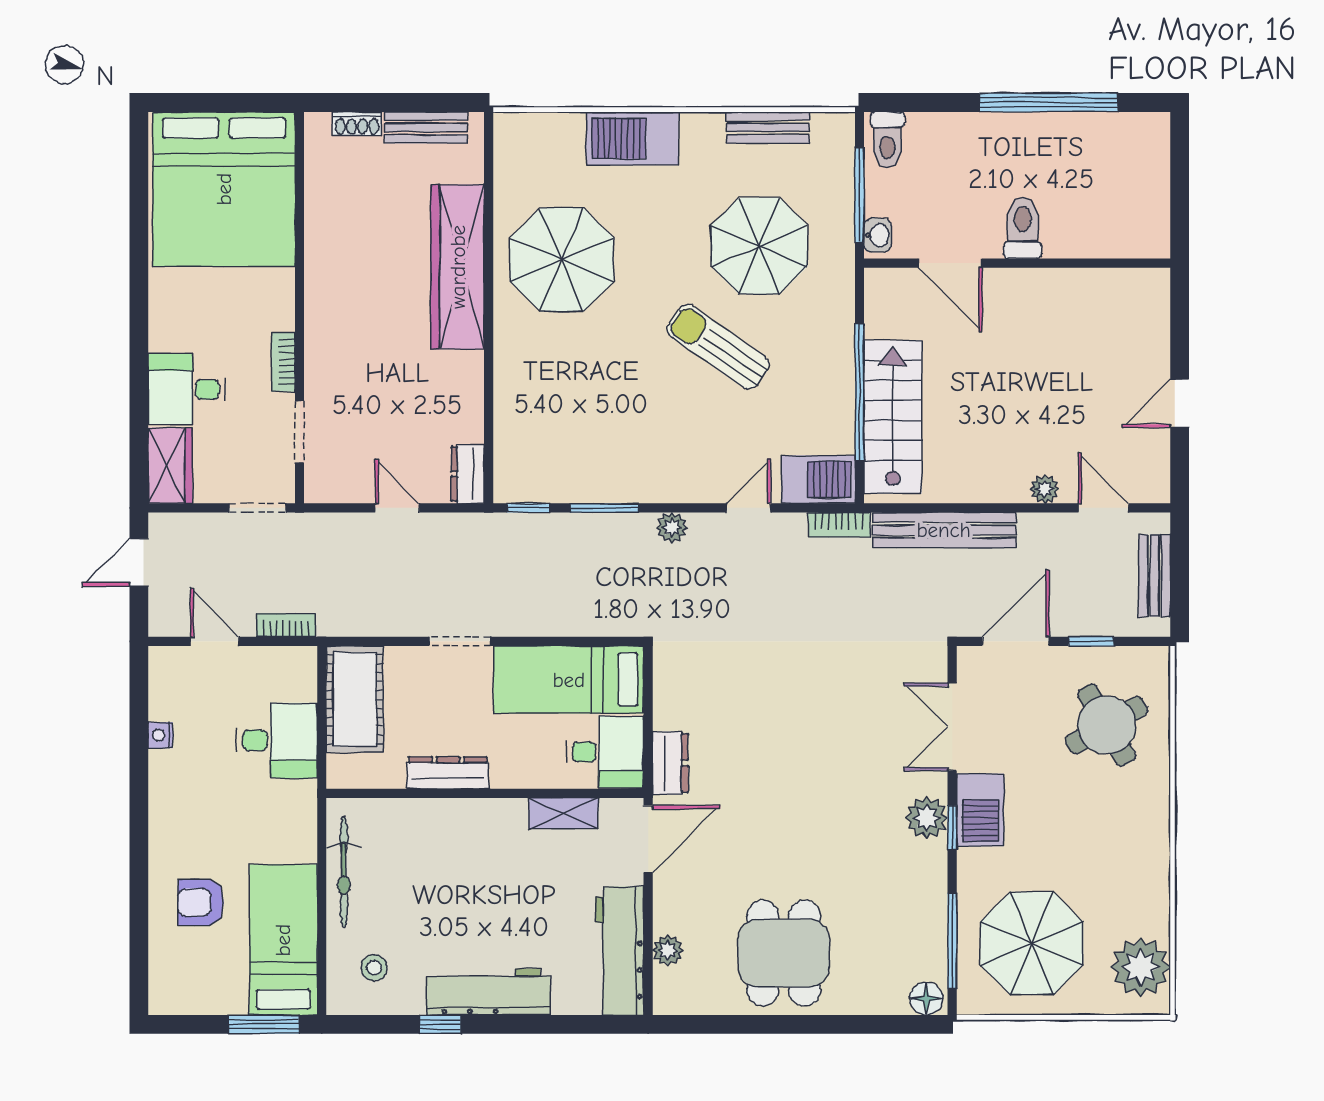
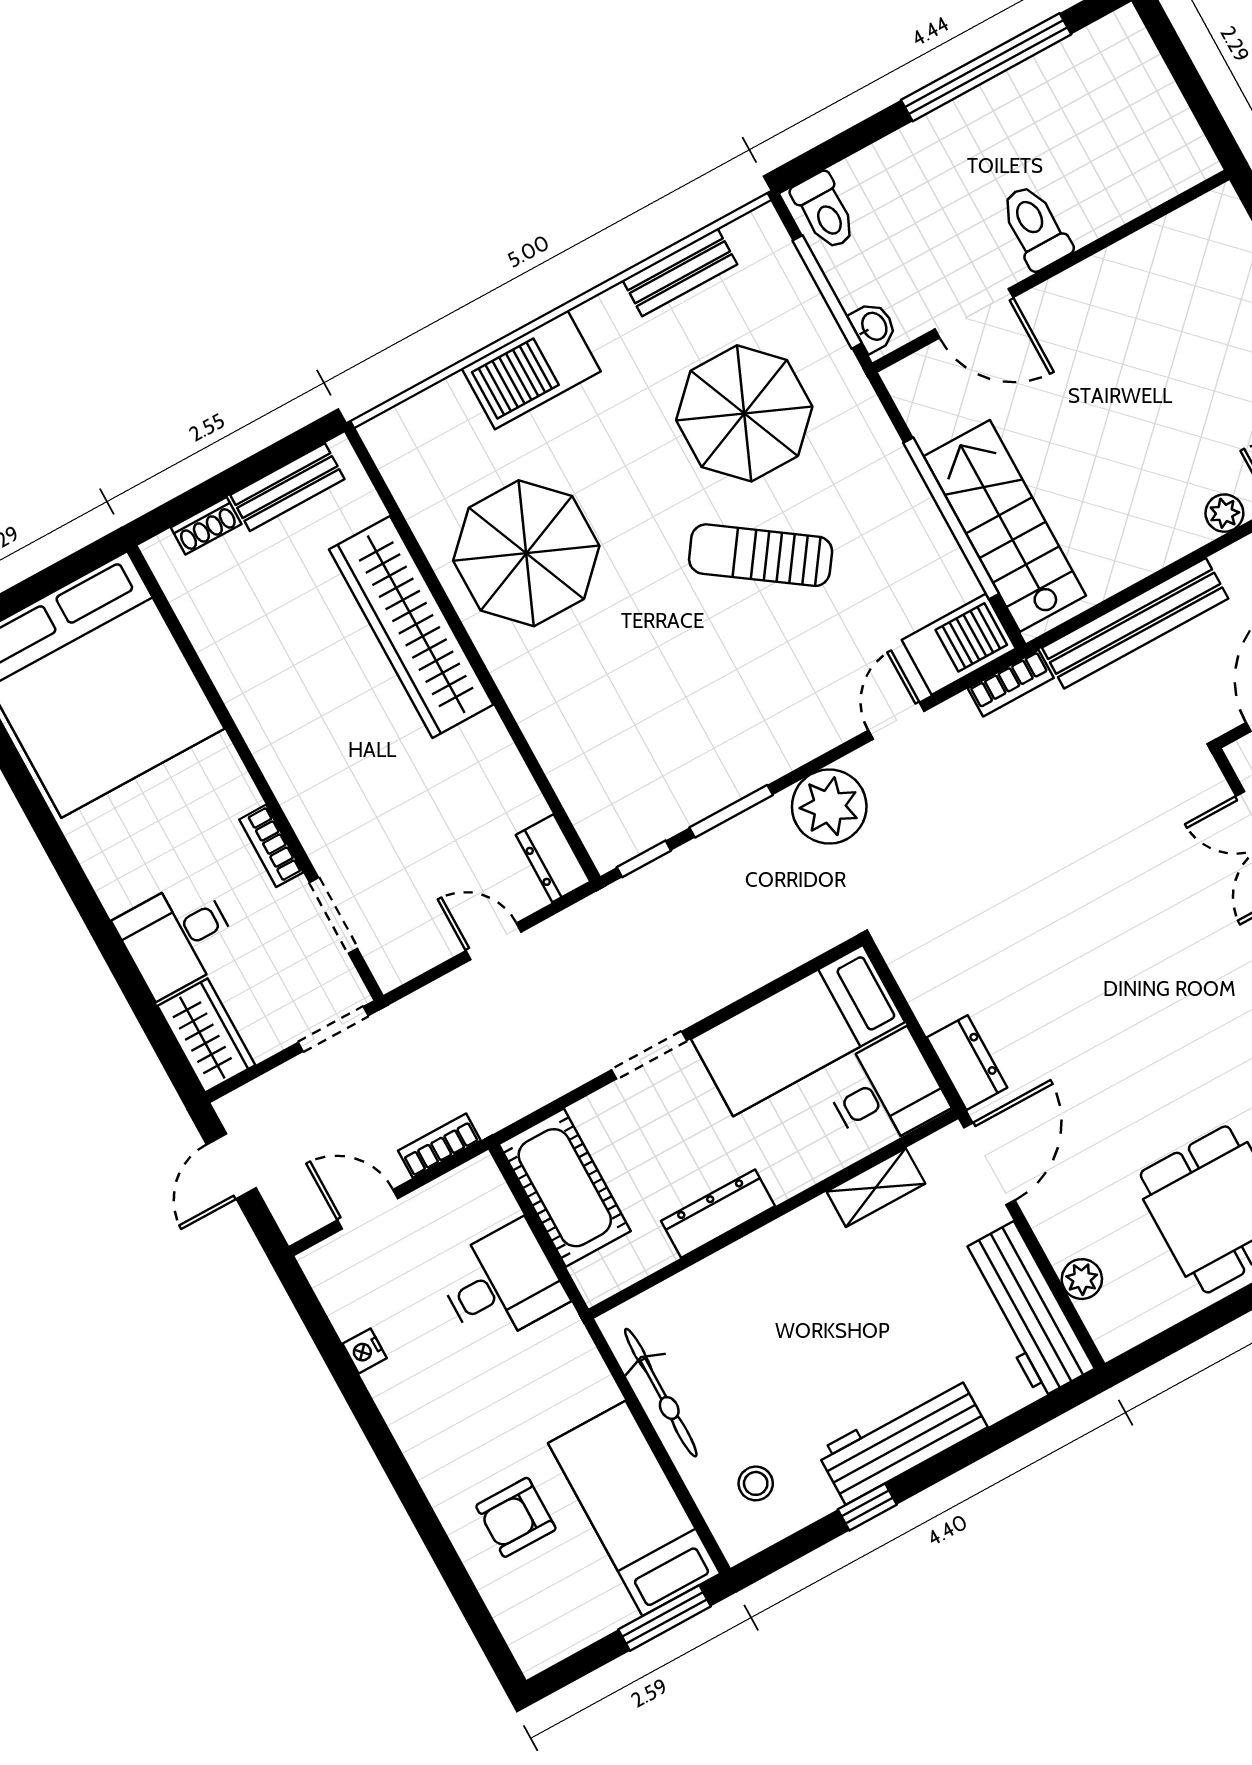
plant: (672, 527) -> (829, 807), width x1.88, depth x1.88

